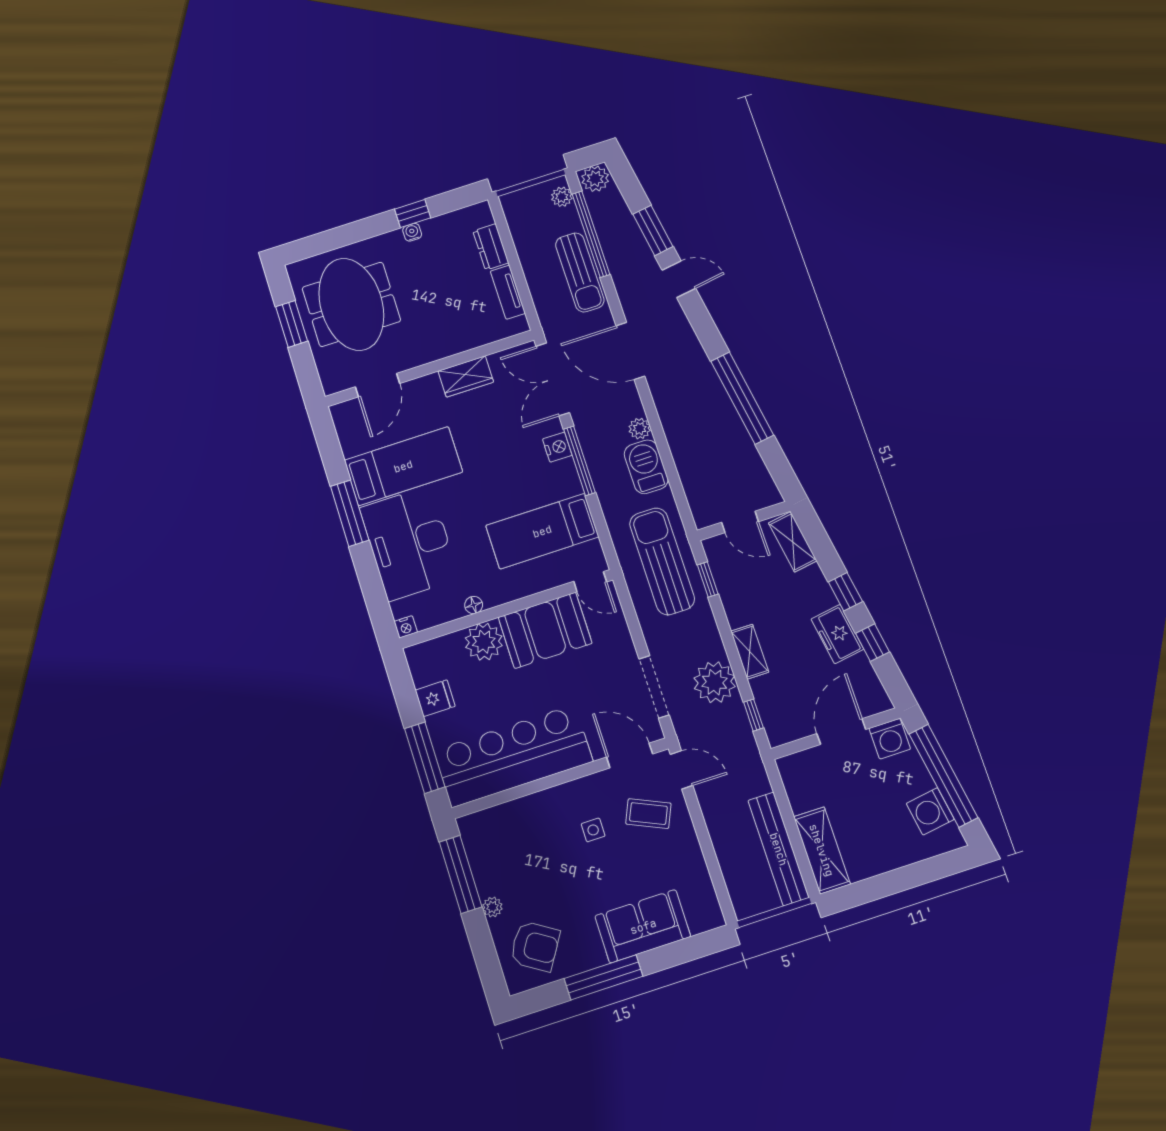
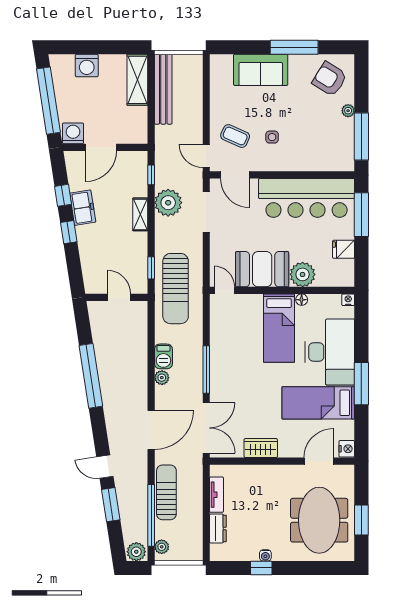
door: (630, 351) -> (151, 430), hinge flipped
nightstand: (557, 447) -> (347, 449), moved, turned 180
barbecue: (646, 467) -> (163, 356), width x0.73, depth x0.79
bed: (542, 531) -> (279, 328), moved, turned 90
shelving: (793, 542) -> (90, 274), removed
washing machine: (930, 811) -> (87, 66), moved, turned 99

